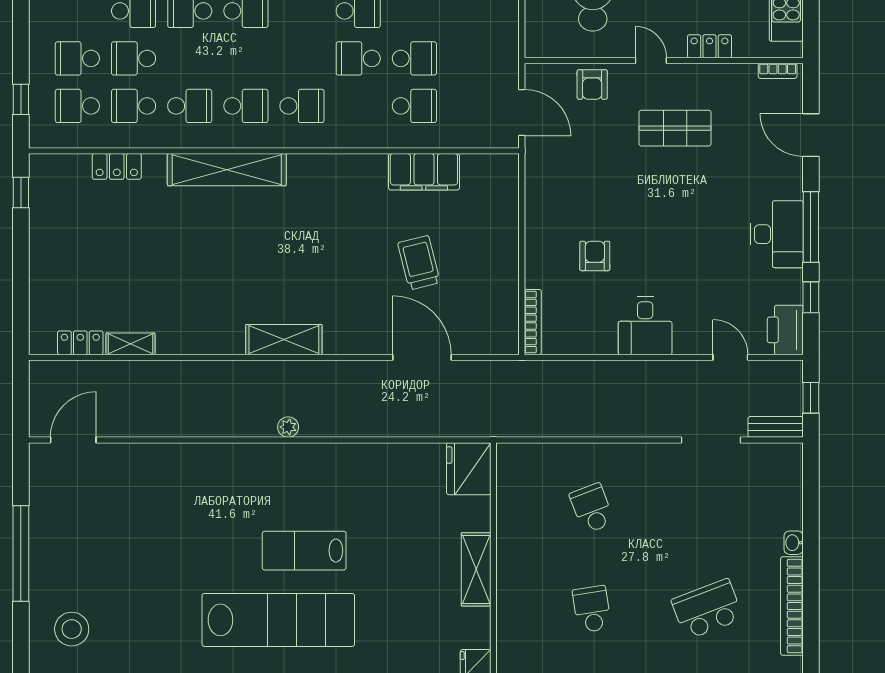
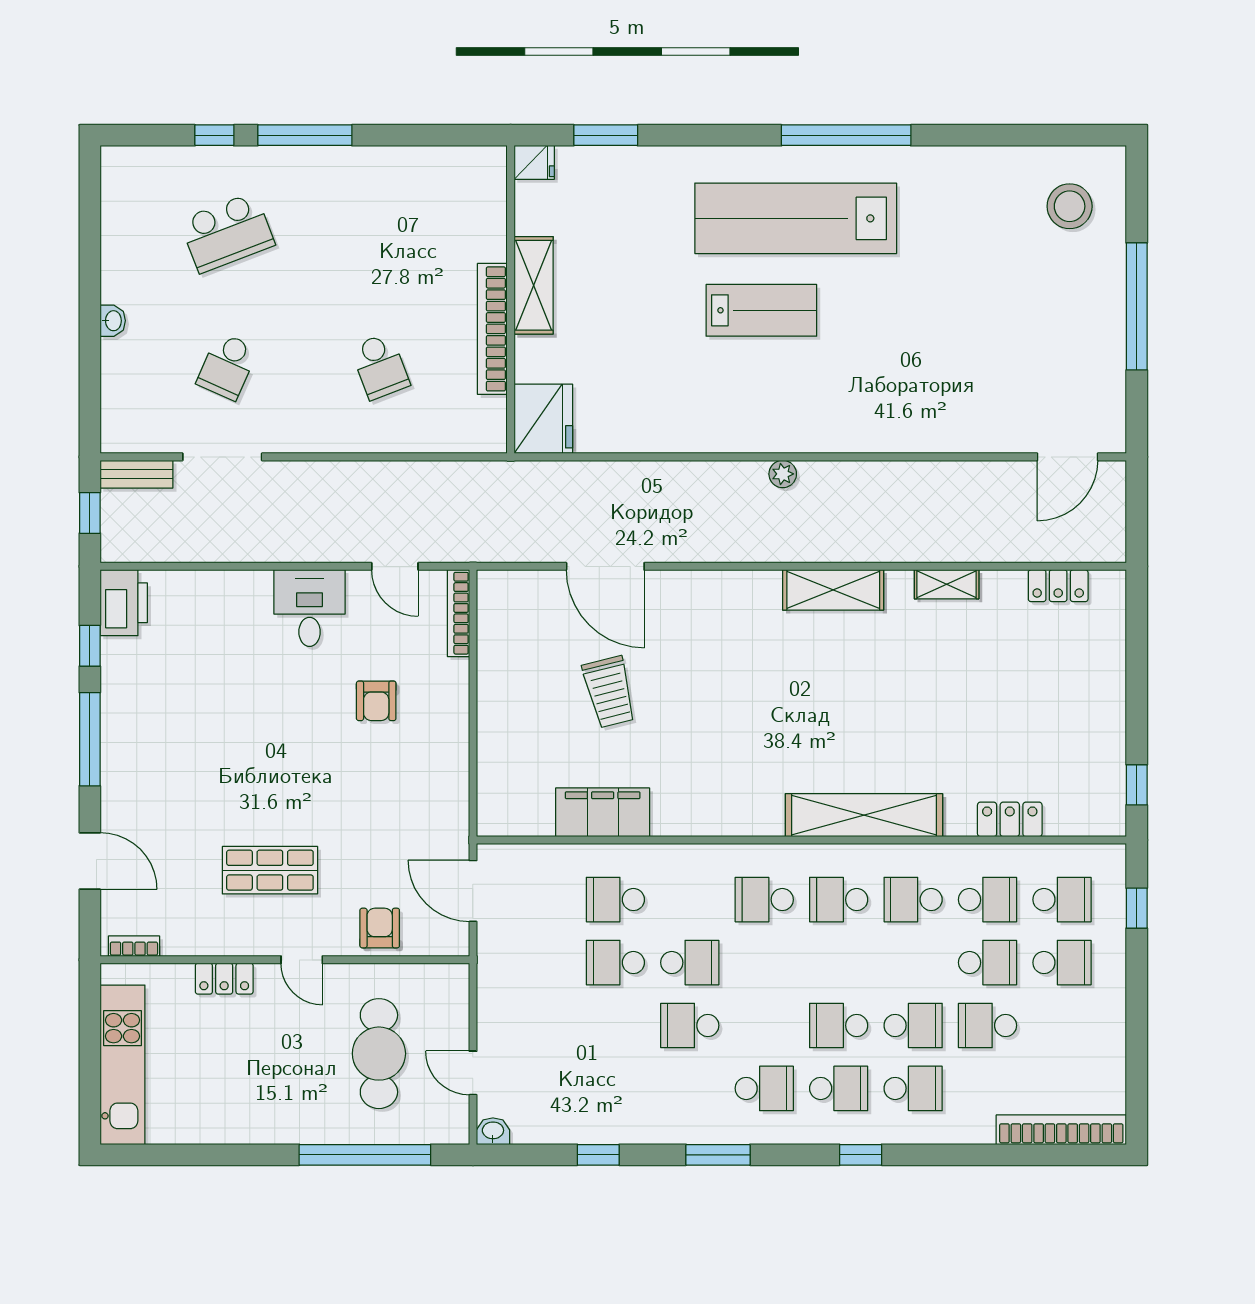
desk: (777, 234) -> (135, 730), removed
shelving: (284, 340) -> (833, 590), moved
shelving: (130, 344) -> (947, 584), moved
door: (730, 357) -> (395, 566), moved
bookcase: (792, 606) -> (492, 329), moved, turned 180
school desk: (592, 609) -> (227, 366), moved, turned 33

